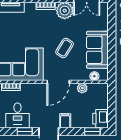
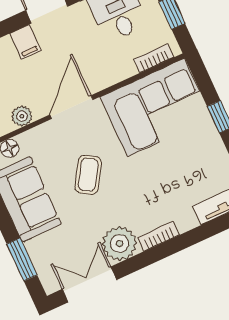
window: (112, 24) -> (22, 260), added

